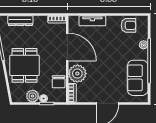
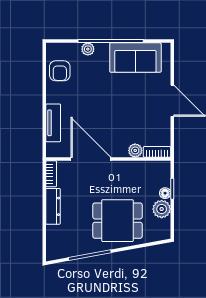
dresser: (20, 21) -> (53, 206), moved
armchair: (128, 25) -> (60, 71), turned 180
door: (67, 47) -> (91, 159), hinge flipped
plant: (77, 74) -> (135, 150), width x0.53, depth x0.53
chair: (59, 82) -> (141, 171), removed

